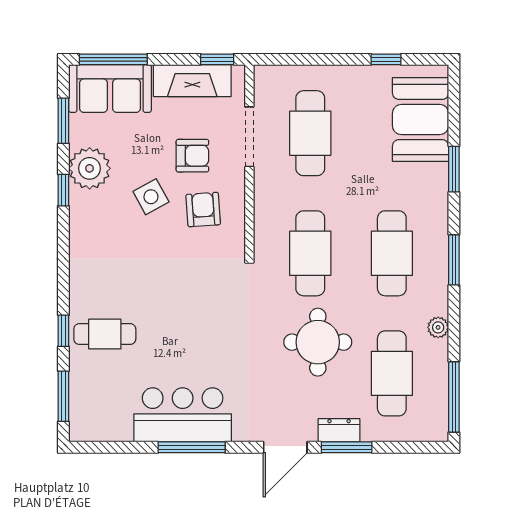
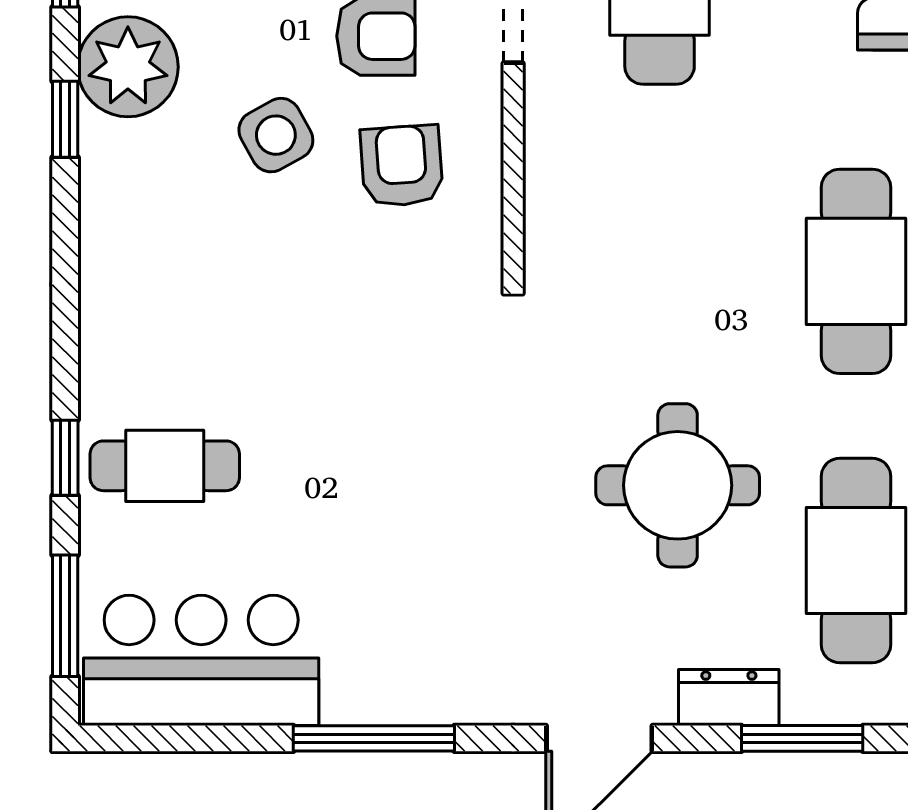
cafe table: (310, 253) -> (660, 271), removed
bar counter: (183, 415) -> (201, 660), moved
window: (347, 447) -> (802, 738), moved

